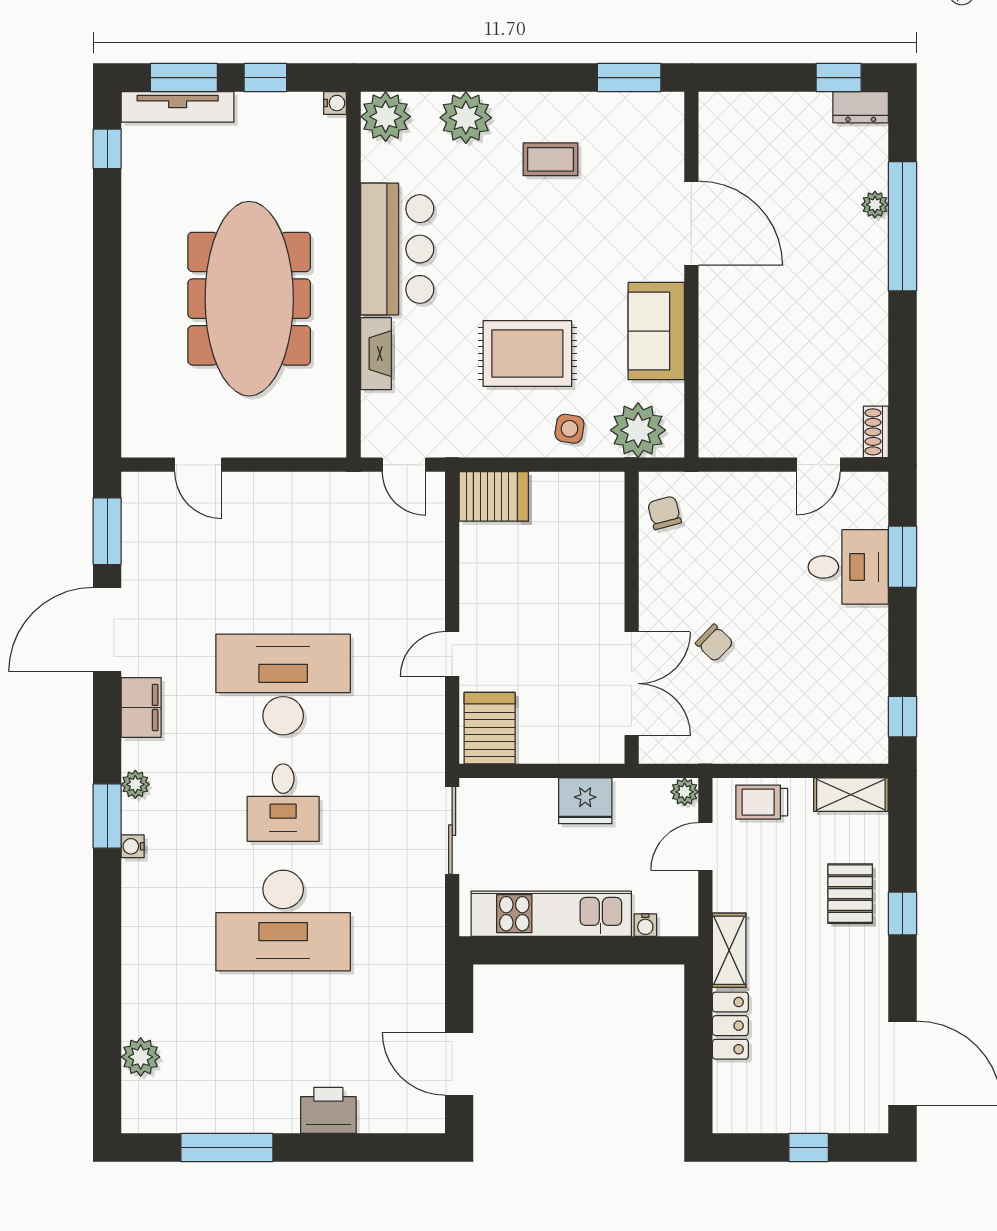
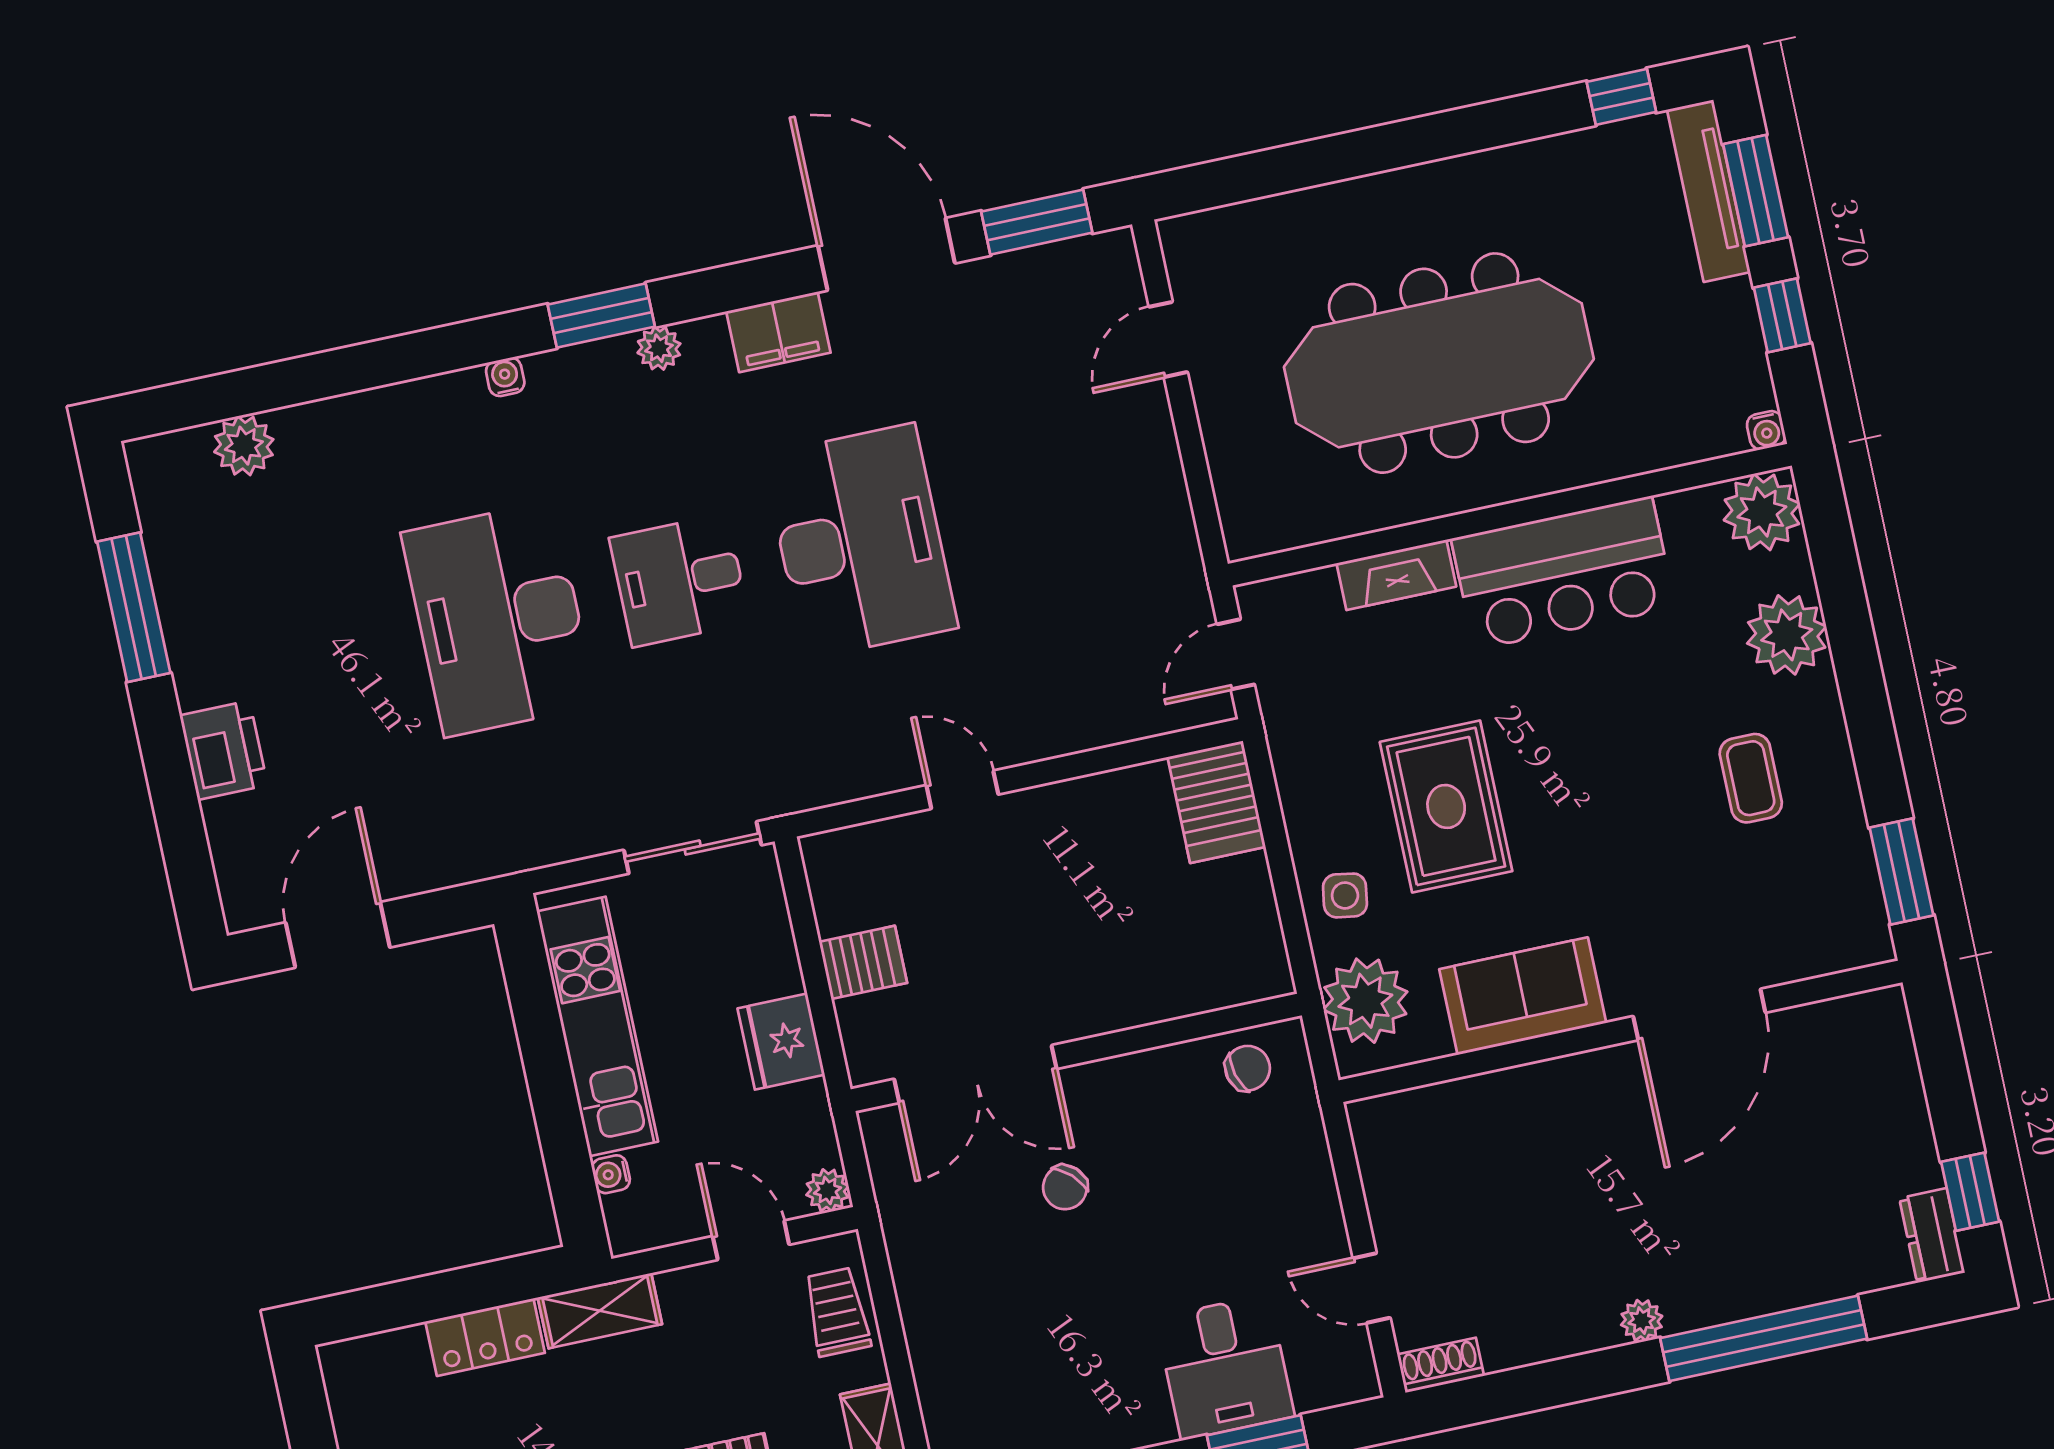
plant: (875, 205) -> (1642, 1321), moved
server rack: (490, 728) -> (863, 962), moved, width x0.73, depth x0.70
water cooler: (133, 846) -> (505, 377), moved

